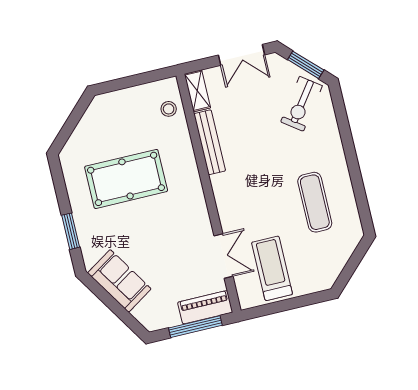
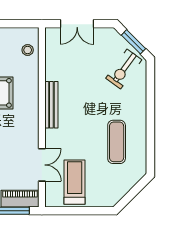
double door: (241, 55) -> (77, 24), moved
shelving: (197, 91) -> (51, 42), removed
bench: (210, 142) -> (51, 105), moved

